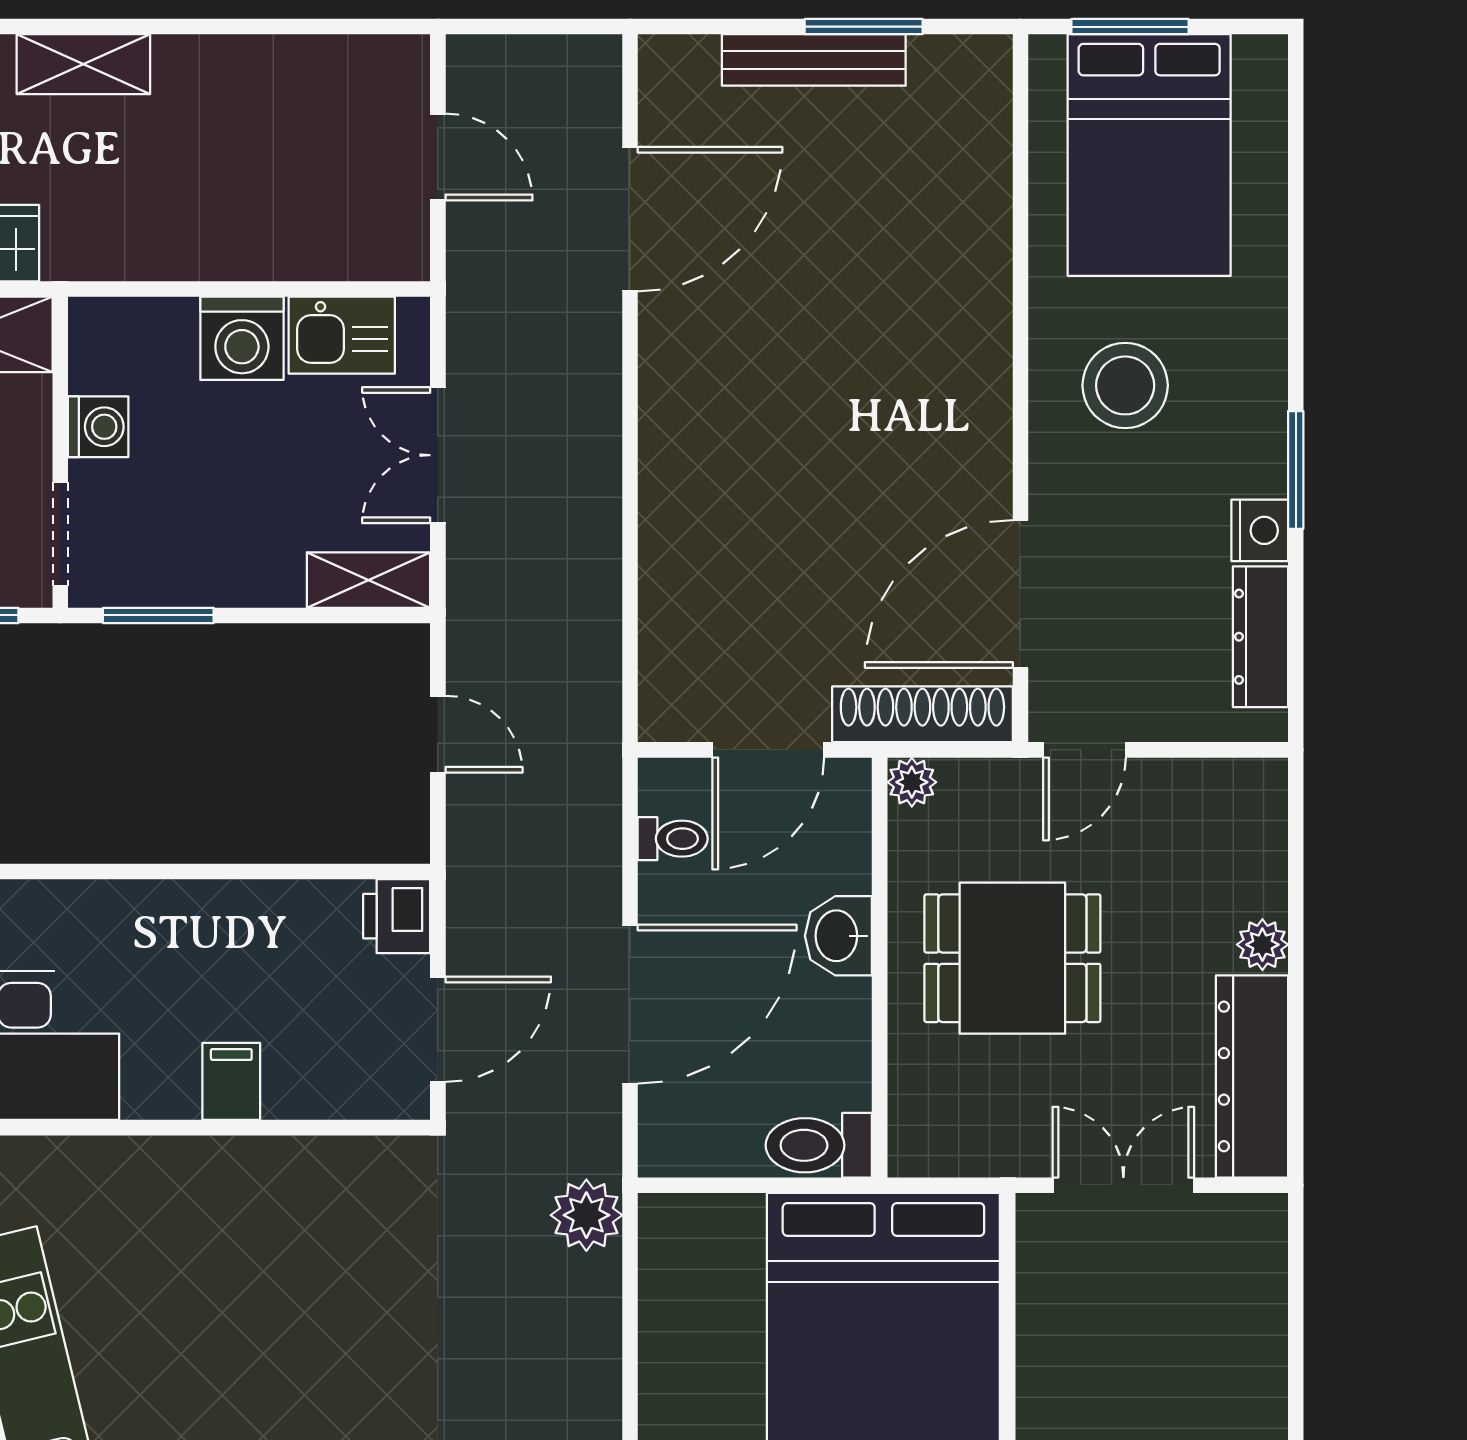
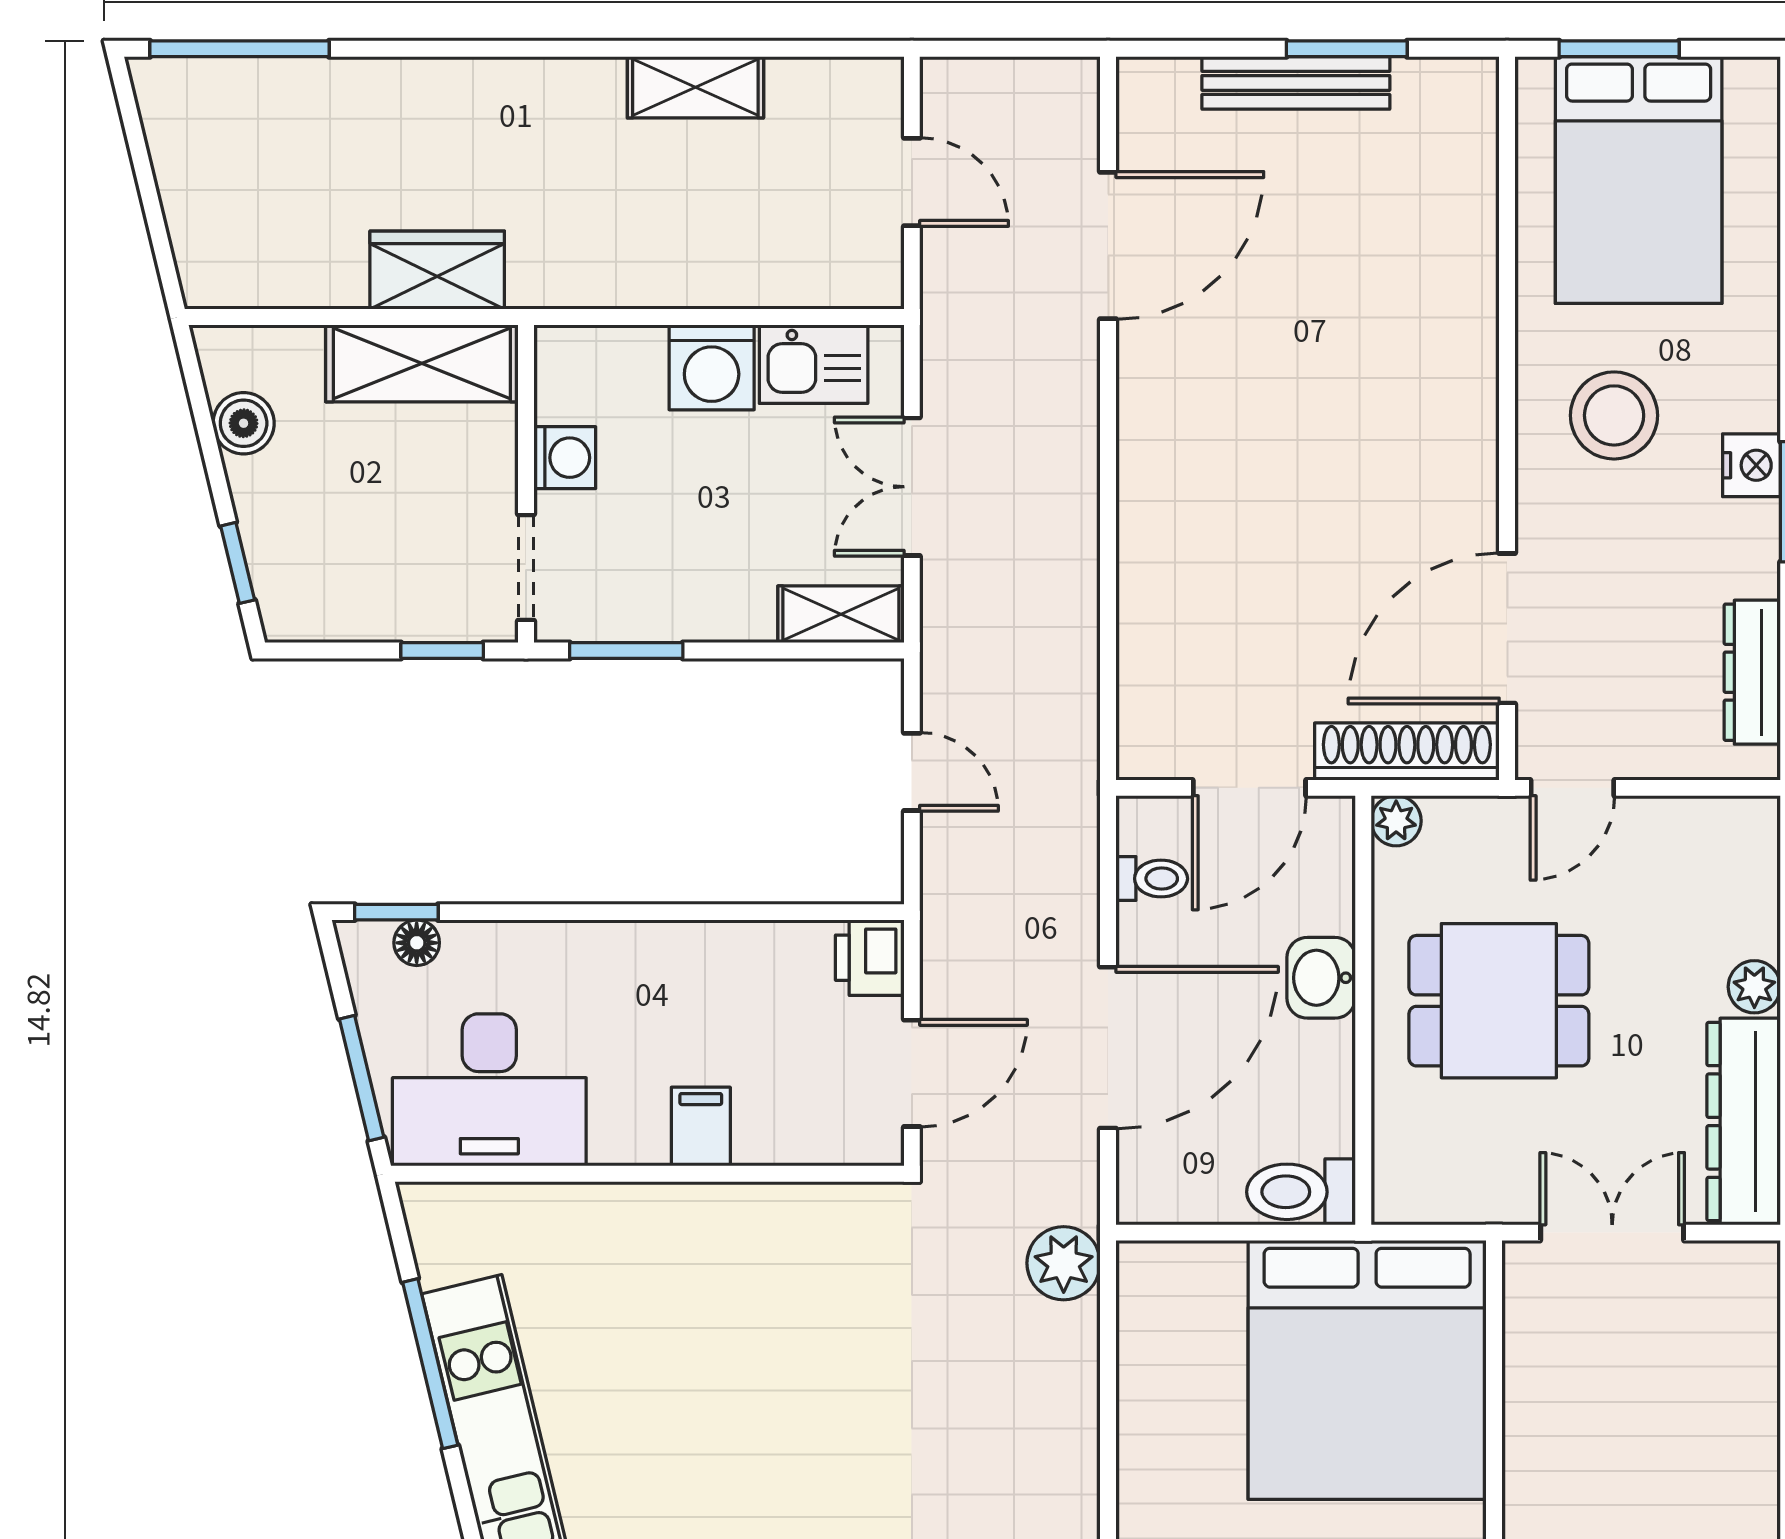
shelving: (83, 64) -> (695, 87), moved
nightstand: (1260, 530) -> (1752, 465), moved

